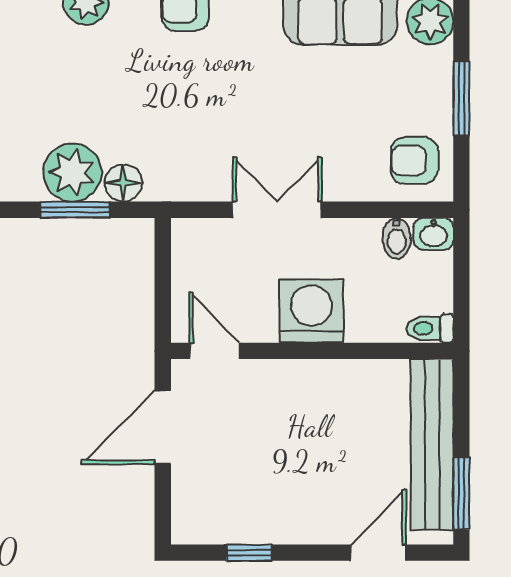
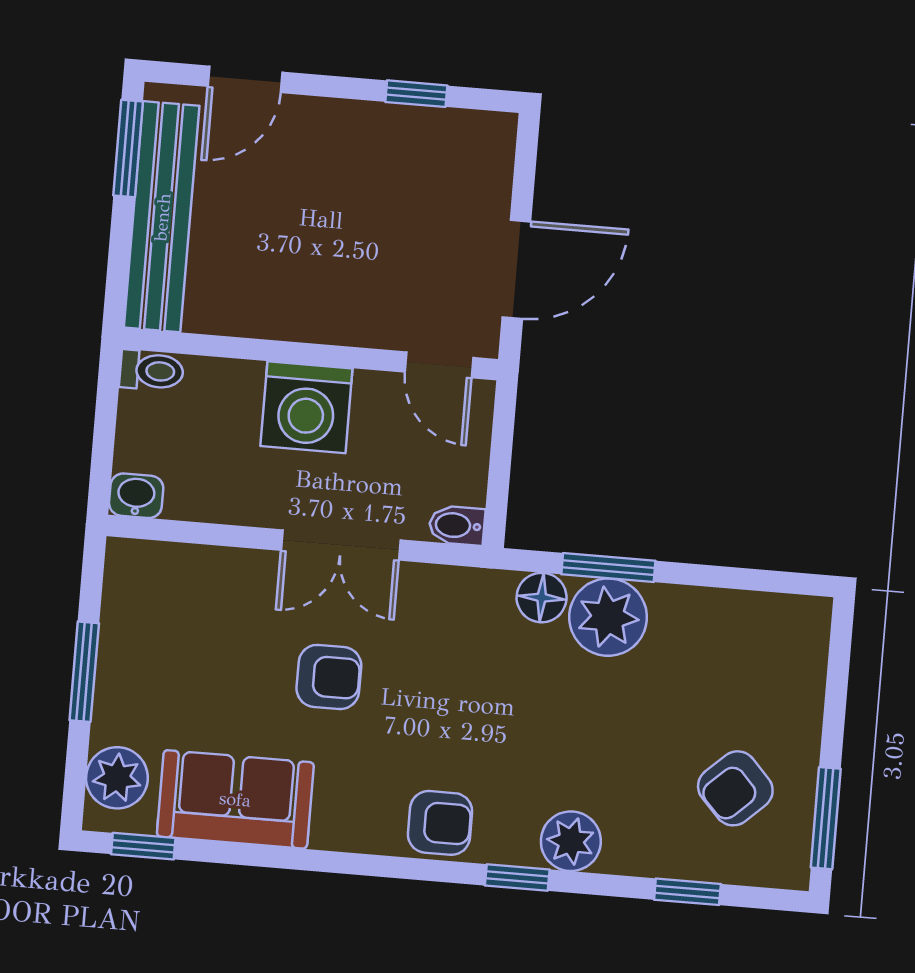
armchair: (414, 160) -> (329, 677), moved
bidet: (397, 238) -> (457, 525), moved, turned -90

